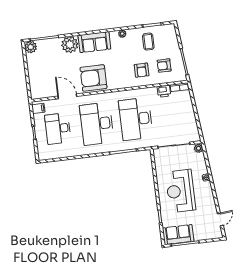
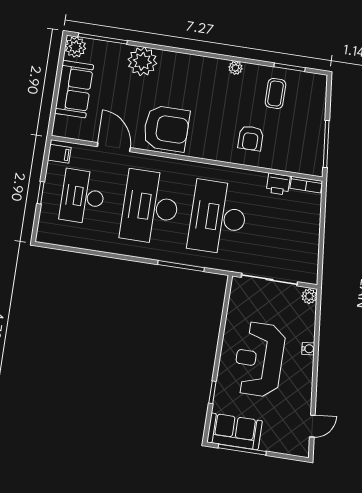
sofa: (94, 42) -> (74, 89), moved, turned -90
armchair: (164, 66) -> (291, 141), removed
armchair: (93, 78) -> (166, 129), turned 180

